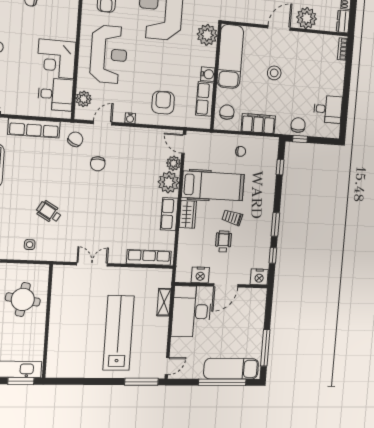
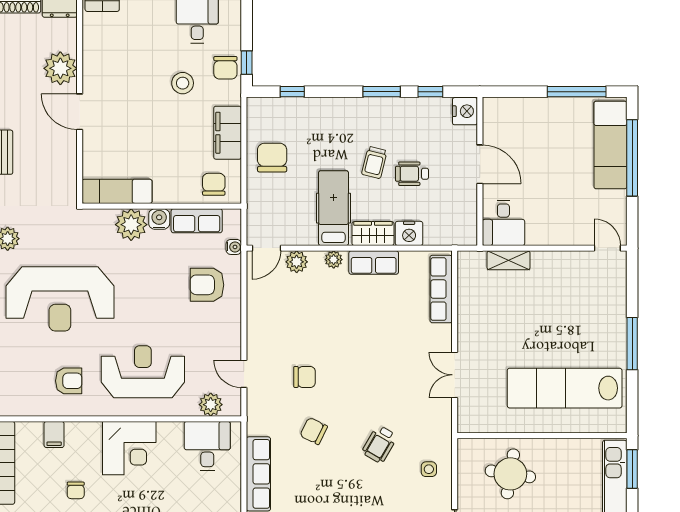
plant: (207, 35) -> (131, 225), moved
exam couch: (230, 56) -> (117, 191), width x0.73, depth x0.69
corner desk: (56, 59) -> (129, 448), moved
stool: (274, 73) -> (183, 83), moved
chair: (227, 112) -> (214, 184), turned 90
water cooler: (130, 118) -> (234, 247), moved
chair: (298, 125) -> (225, 68), turned -90
chair: (75, 139) -> (314, 431), moved
chair: (241, 151) -> (272, 158), width x1.87, depth x1.87
plant: (169, 182) -> (334, 260), width x0.53, depth x0.53
hospital bed: (213, 186) -> (333, 208), width x0.73, depth x0.78
nightstand: (200, 275) -> (409, 233), moved, turned 90
desk: (191, 311) -> (503, 223), width x0.53, depth x0.77
lab bench: (118, 333) -> (565, 388), moved
window: (141, 382) -> (632, 344), moved

